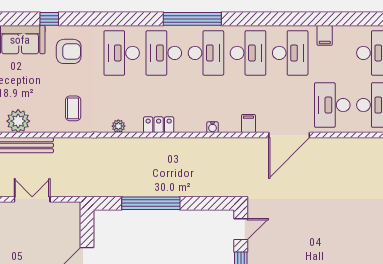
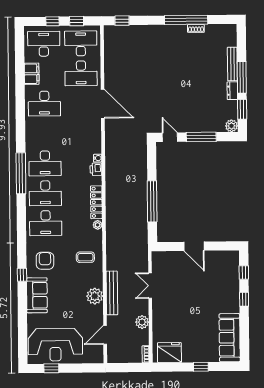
filing cabinet: (325, 35) -> (32, 74), width x2.00
desk: (206, 53) -> (45, 163), turned 180
desk: (248, 53) -> (45, 133), removed
desk: (290, 53) -> (44, 104), turned 180
filing cabinet: (248, 124) -> (95, 133), removed
locker: (159, 125) -> (96, 202), width x1.53
printer: (197, 125) -> (96, 169), added

